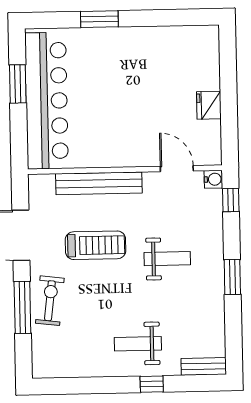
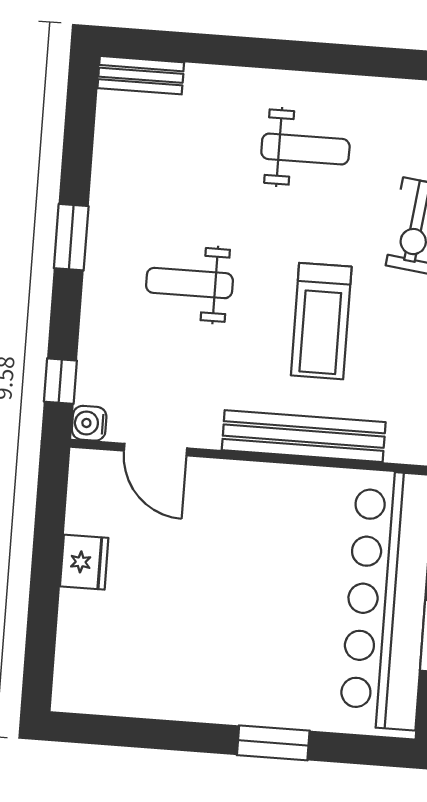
treadmill: (95, 245) -> (321, 321), turned -90
weight bench: (138, 344) -> (305, 149), moved
window: (152, 384) -> (241, 52), removed

